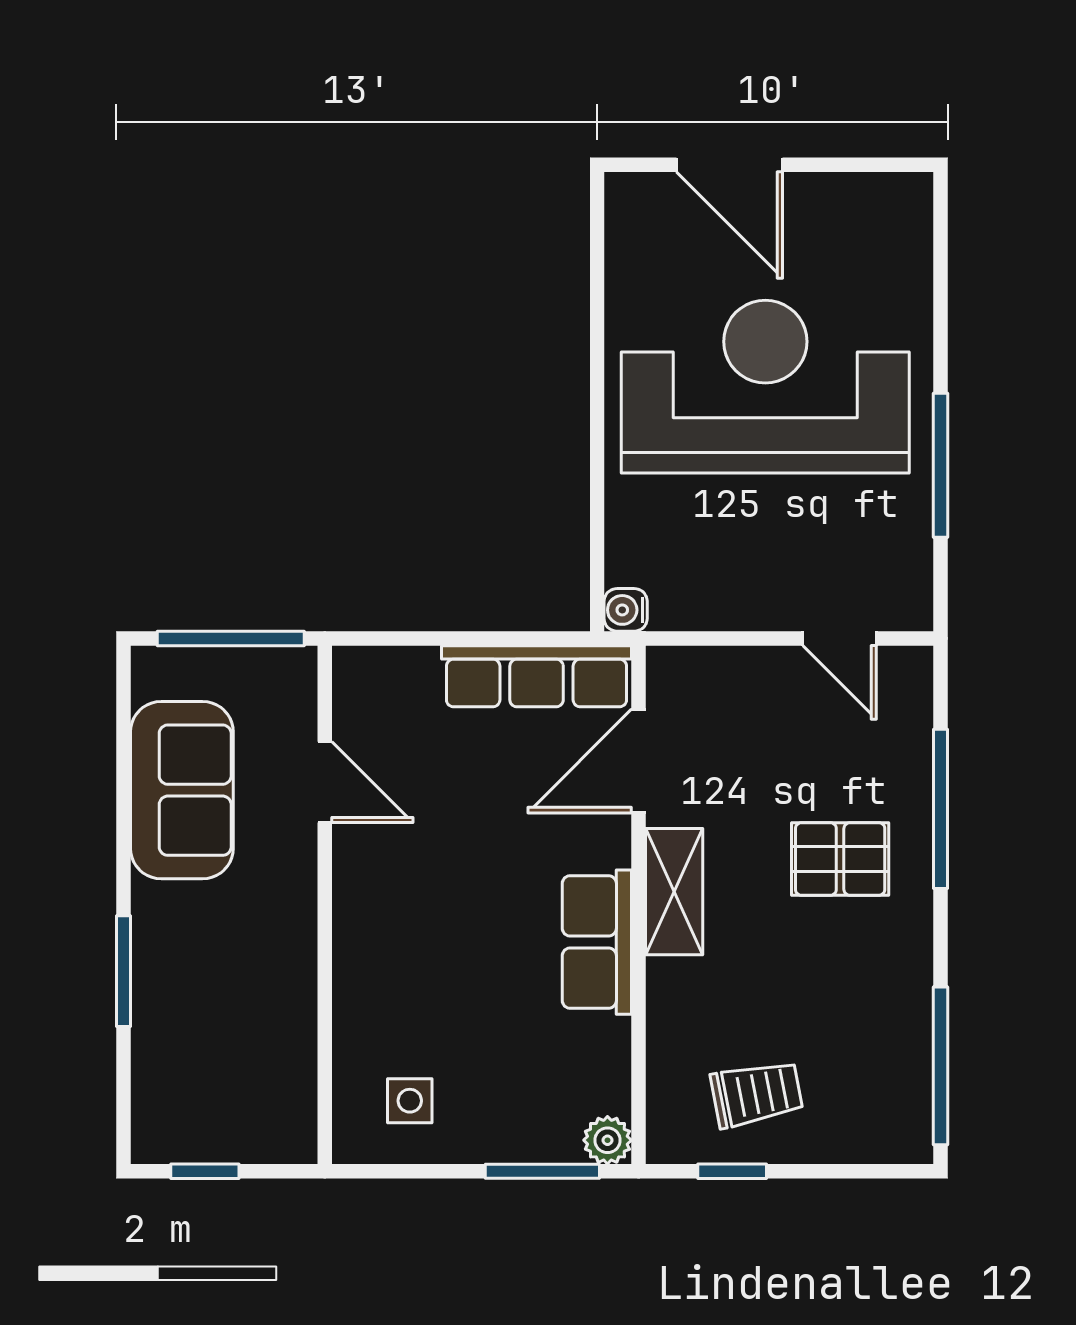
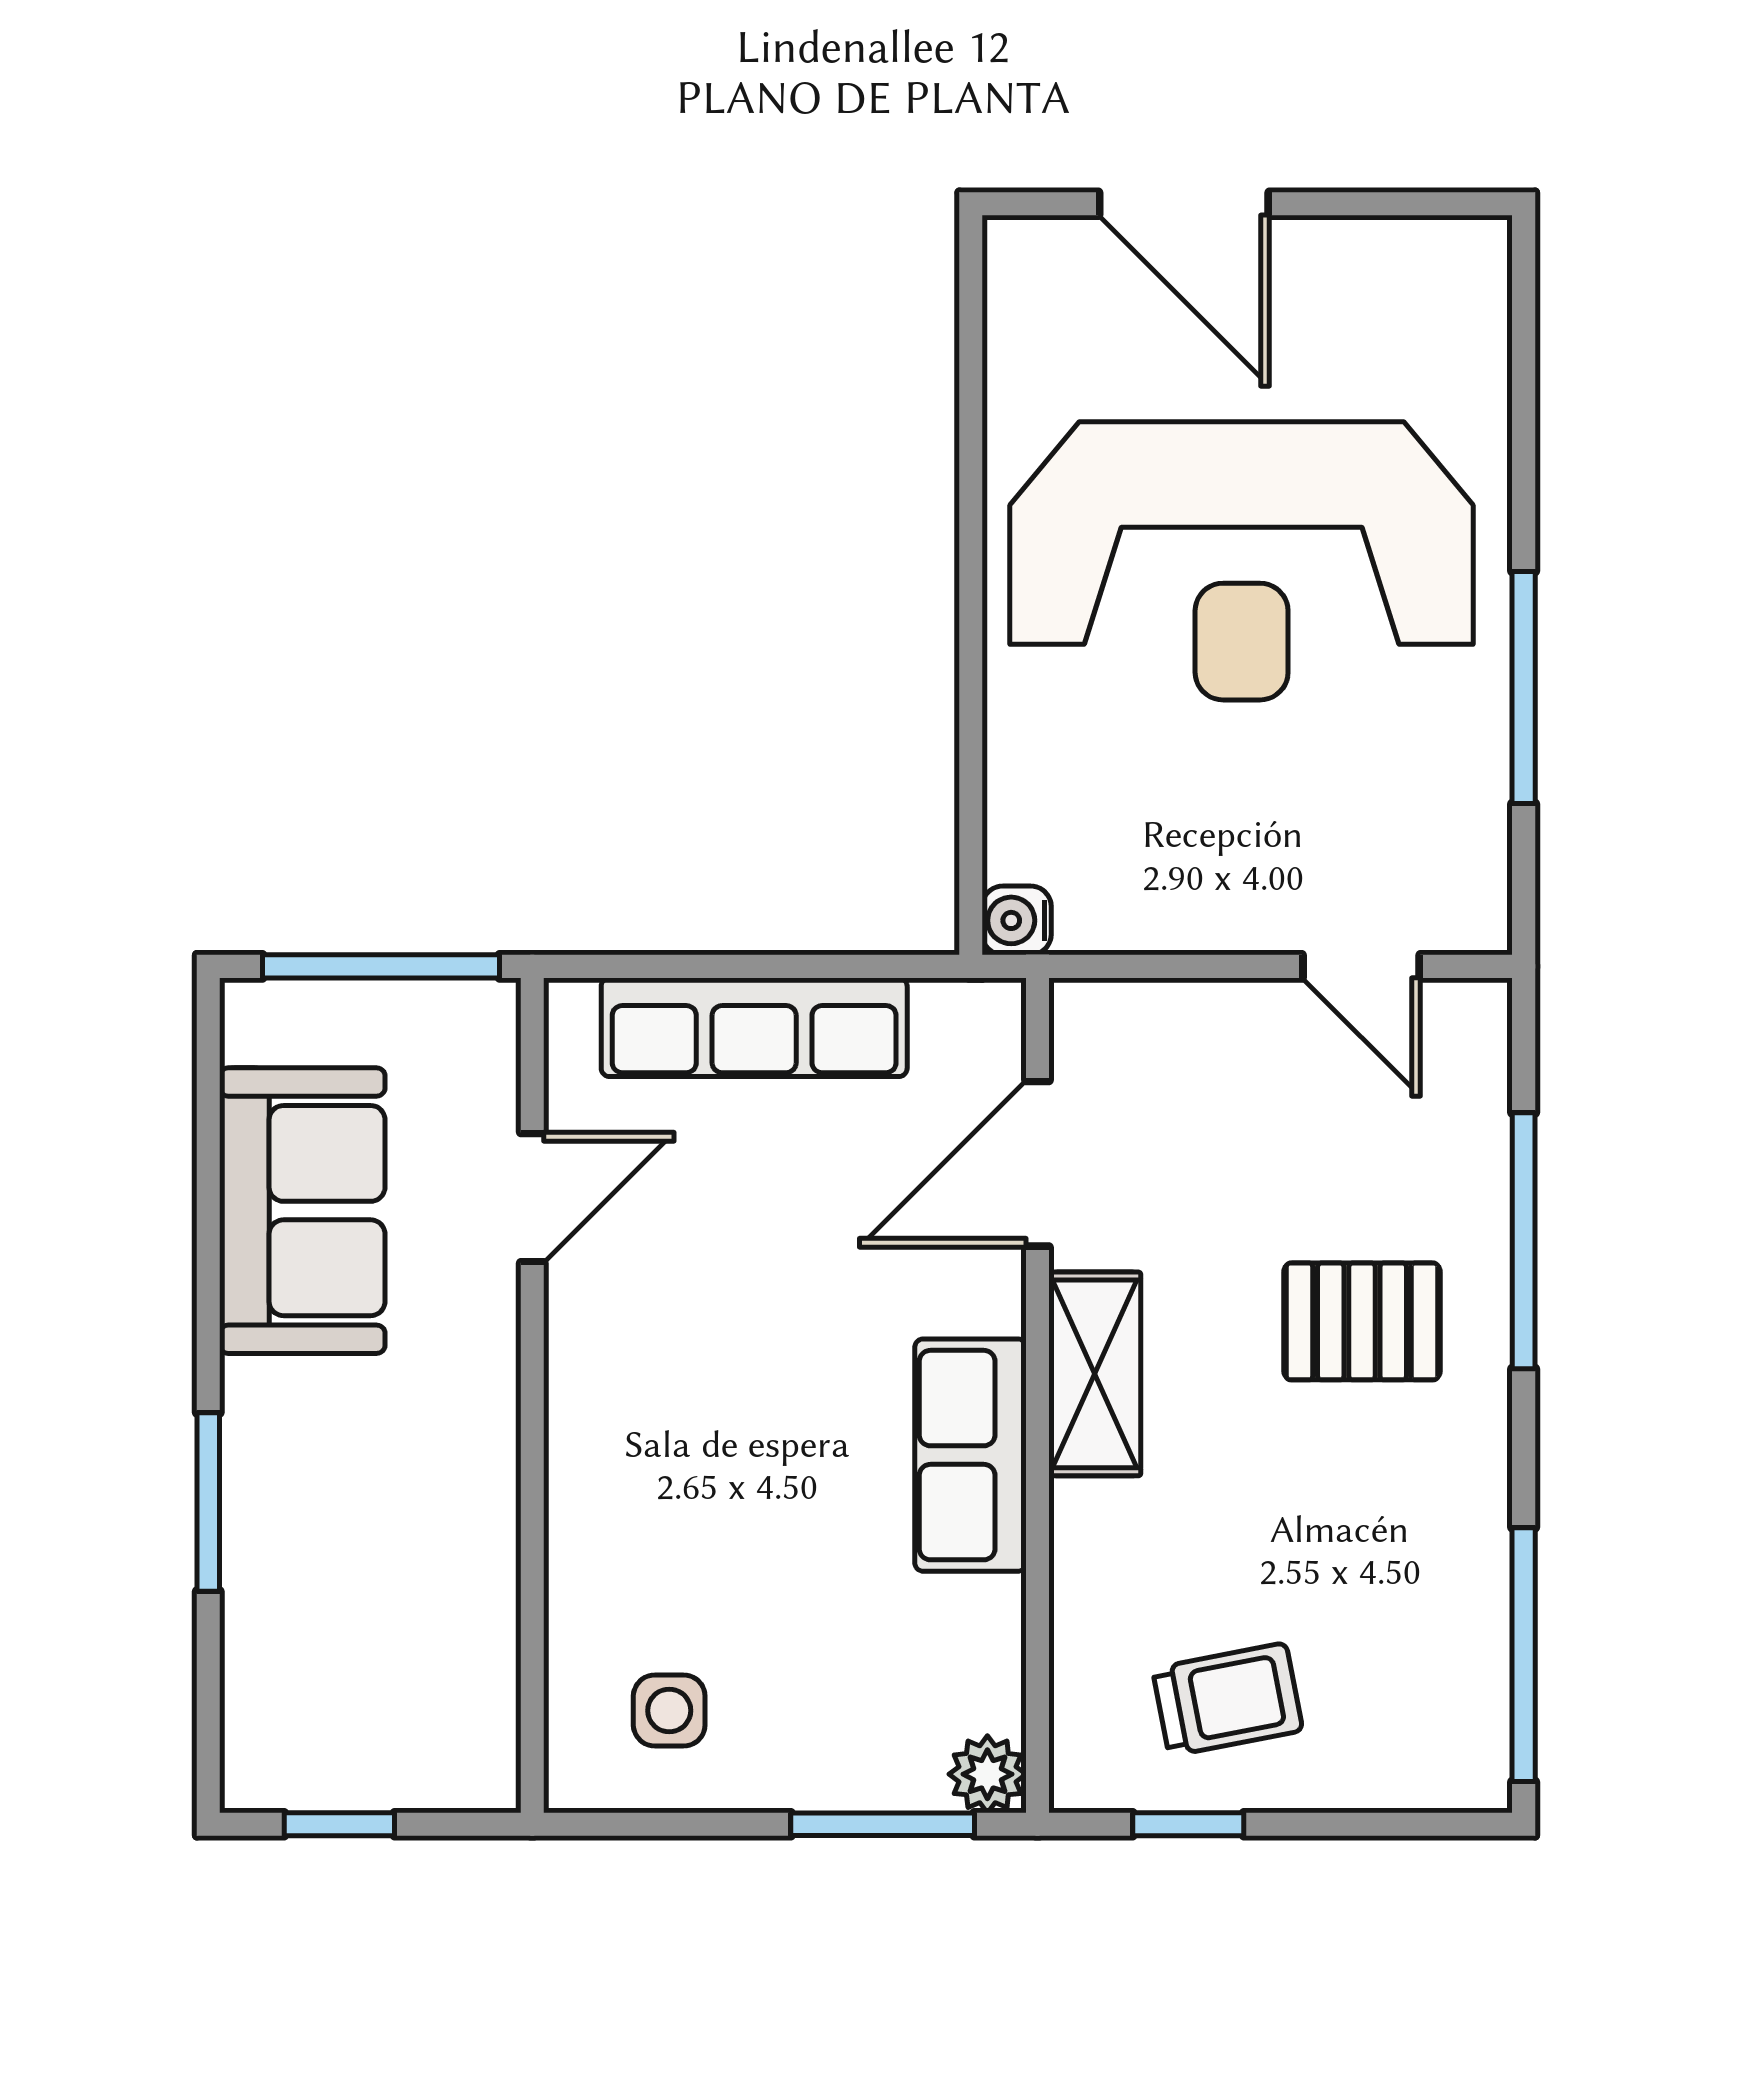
reception desk: (765, 387) -> (1242, 561), turned 180
row of seats: (537, 676) -> (754, 1027), moved
door: (325, 782) -> (532, 1198), hinge flipped

